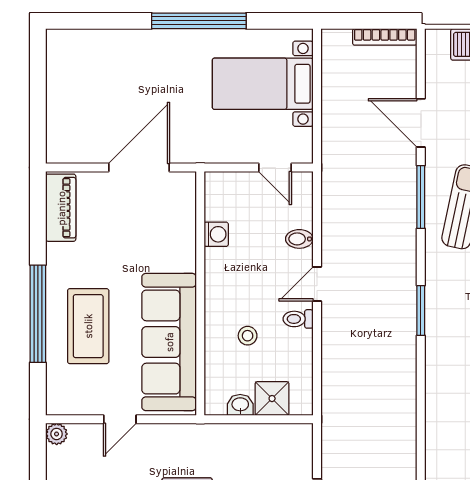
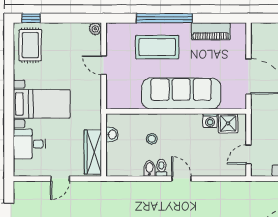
piano: (61, 208) -> (211, 31), moved
bidet: (299, 239) -> (150, 169), moved
sofa: (169, 342) -> (181, 94), moved
shower: (272, 399) -> (228, 123), moved
wardrobe: (270, 438) -> (93, 152), added

